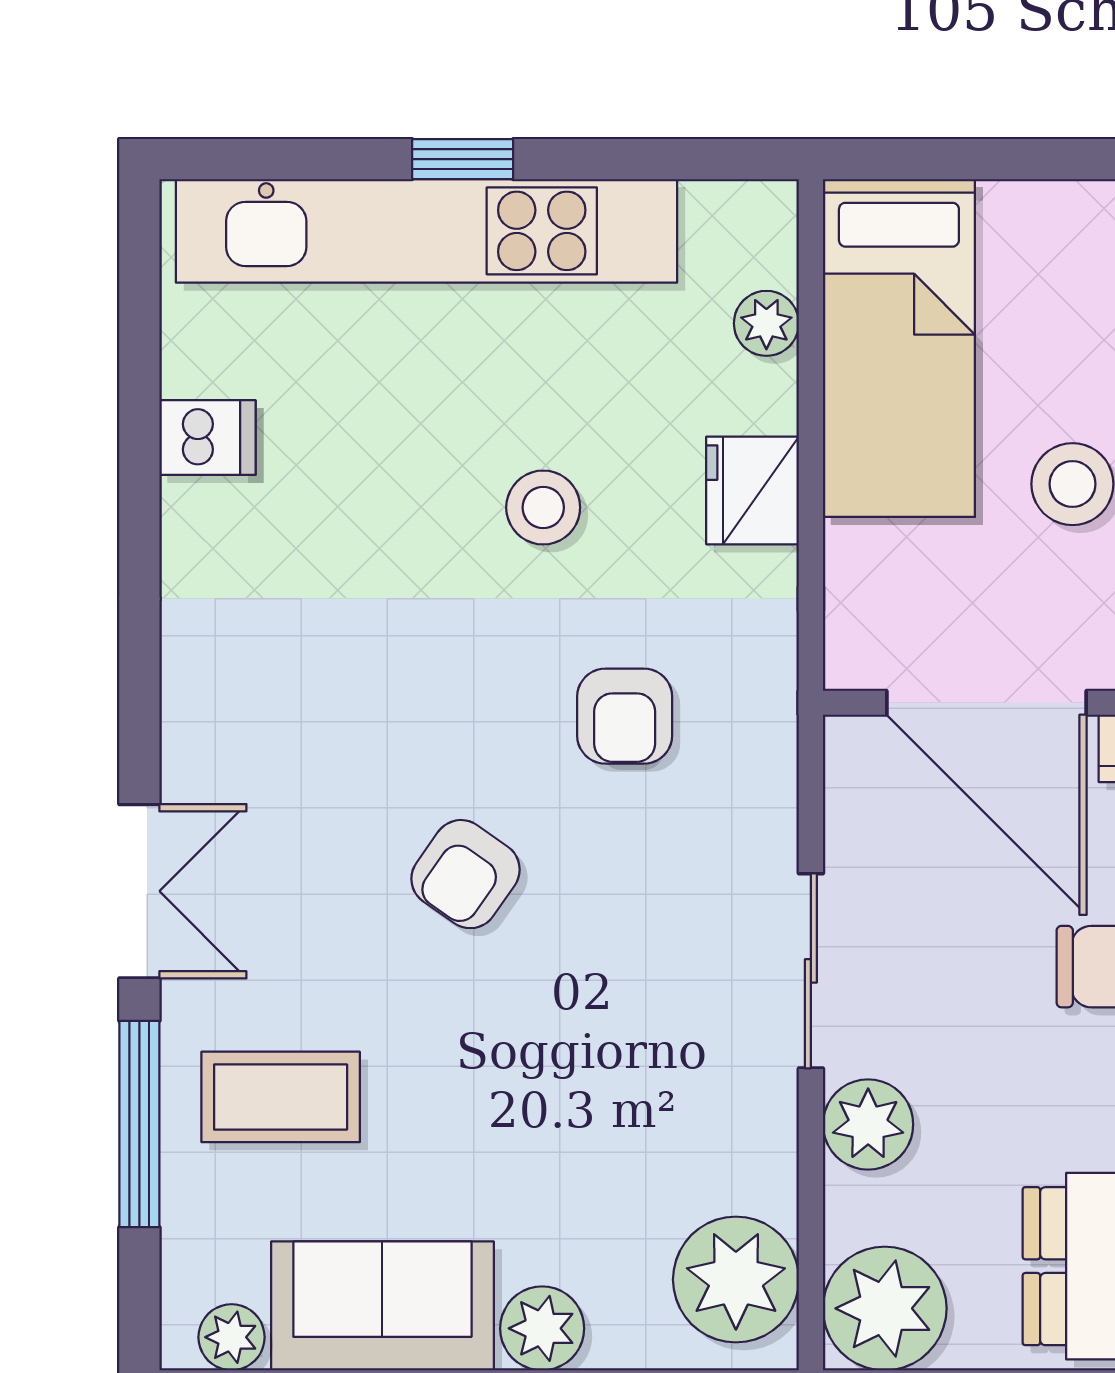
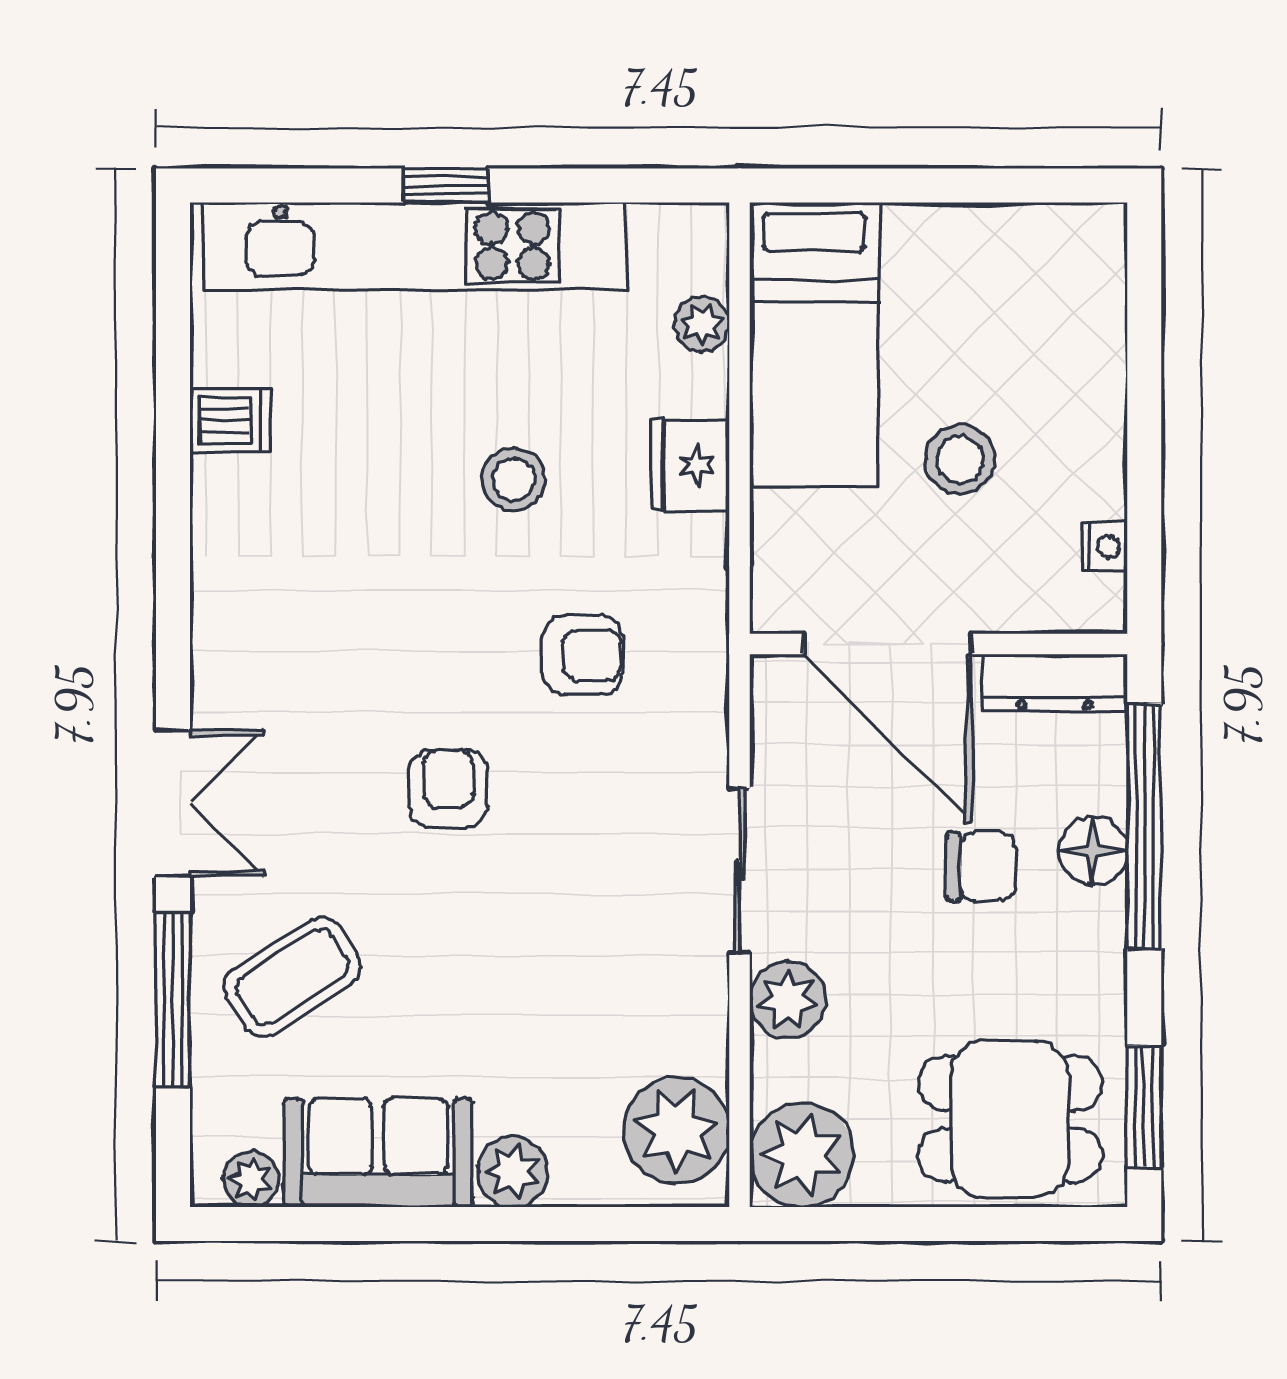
armchair: (625, 716) -> (582, 655), turned -90
armchair: (466, 874) -> (448, 789), turned 145
coffee table: (281, 1097) -> (292, 977), turned -33

